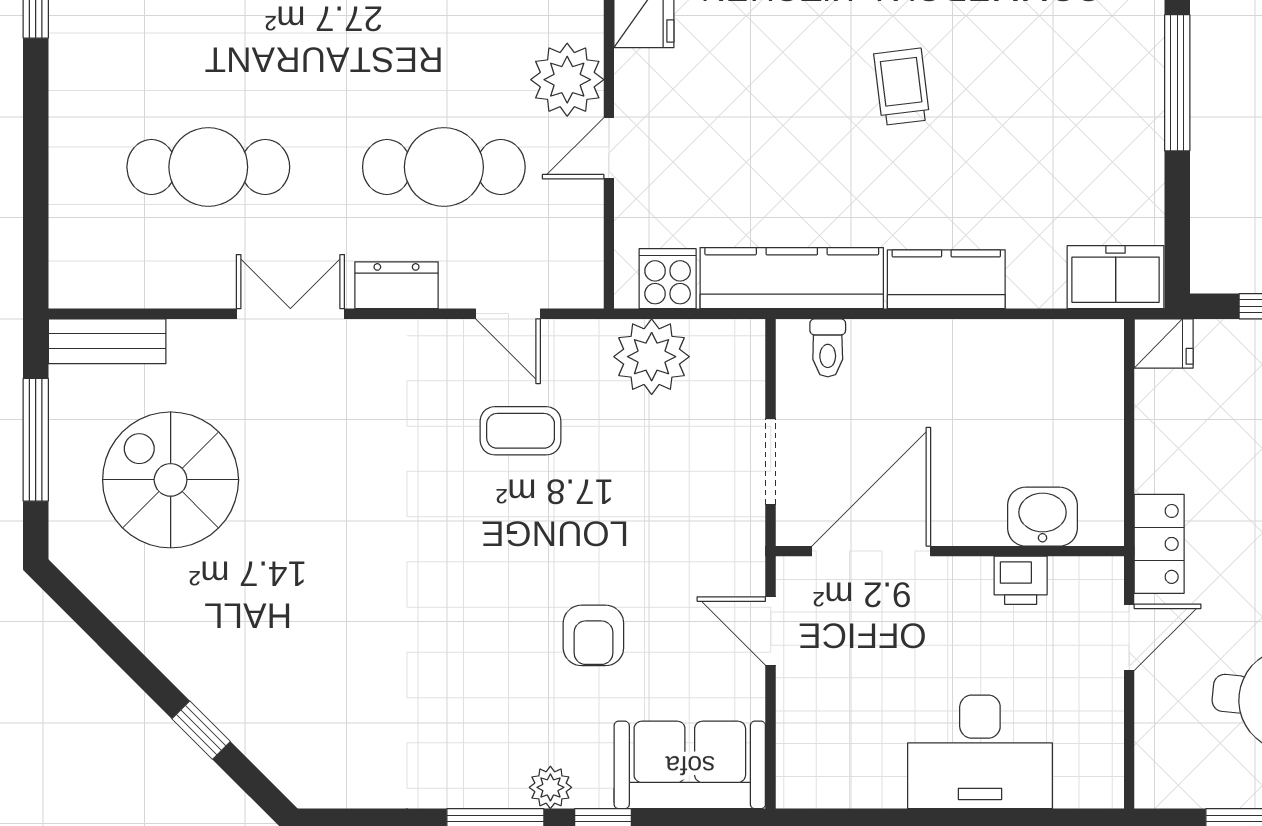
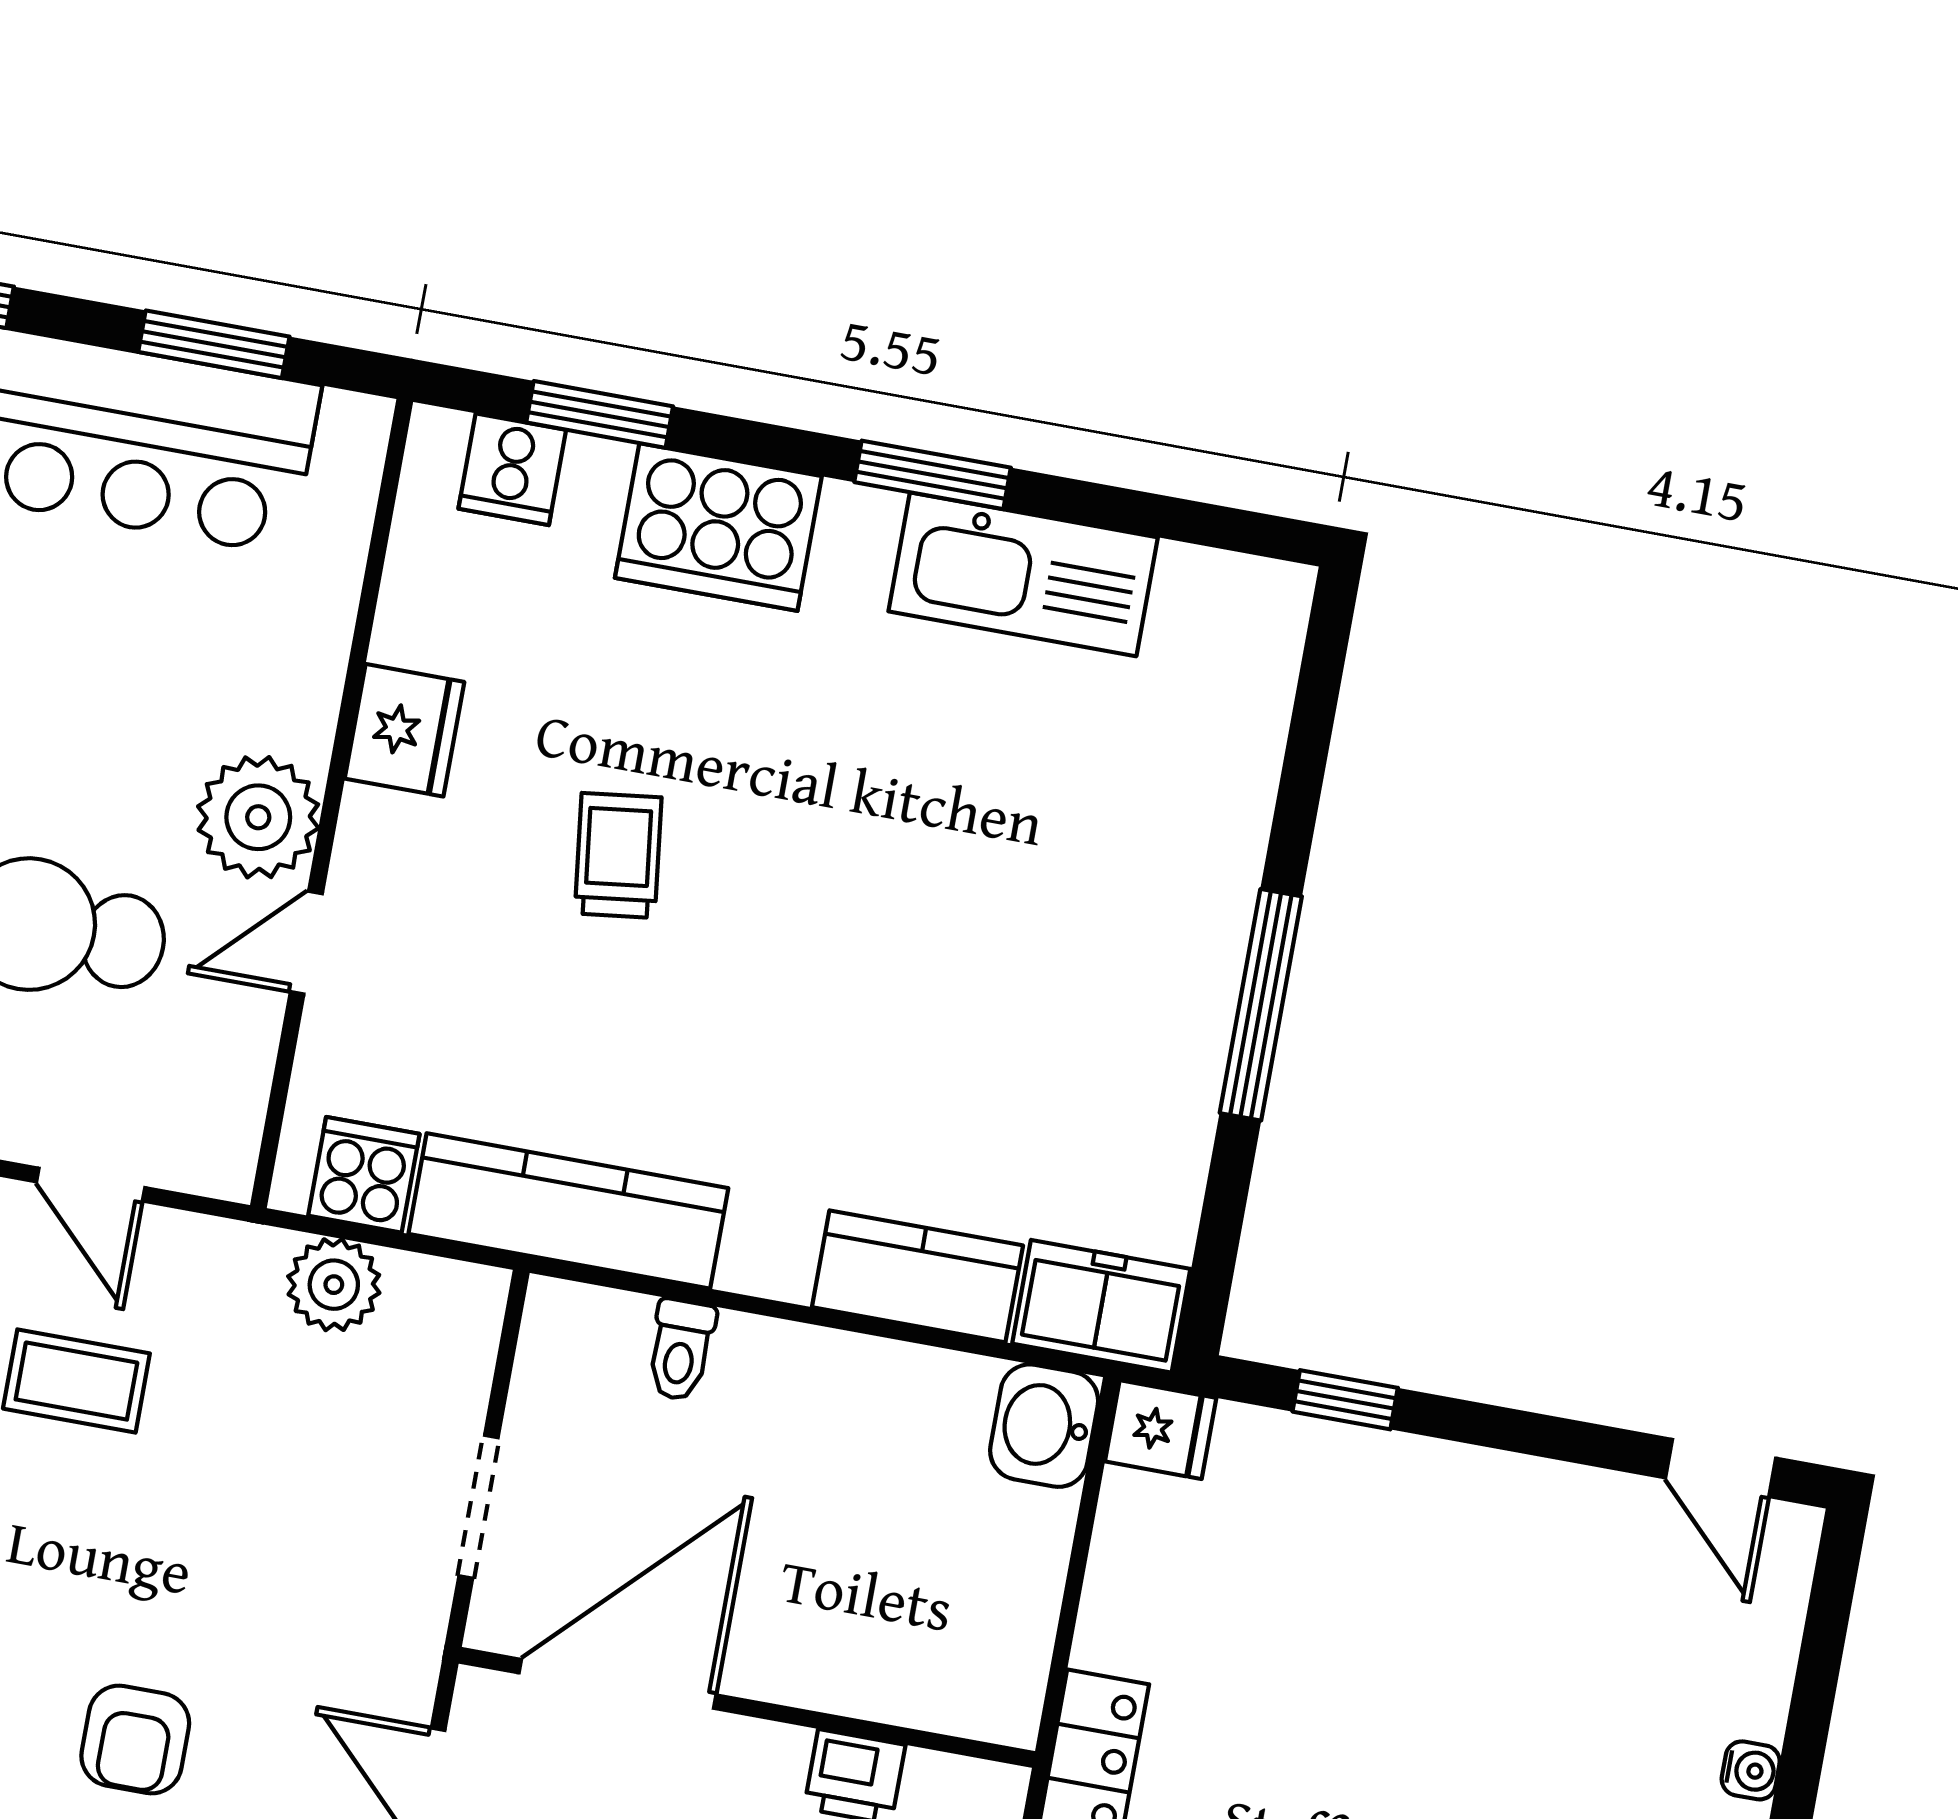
trolley: (902, 87) -> (618, 855), moved
kitchen counter: (946, 279) -> (917, 1276), moved
toilet: (828, 348) -> (681, 1350), moved
plant: (652, 357) -> (334, 1285), width x0.73, depth x0.73
washbasin: (1043, 517) -> (1044, 1426), moved, turned -90

